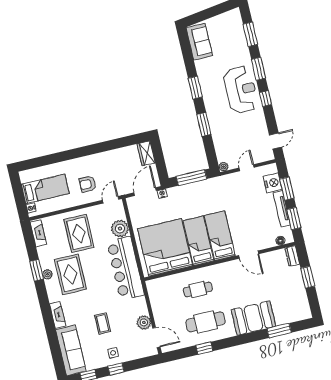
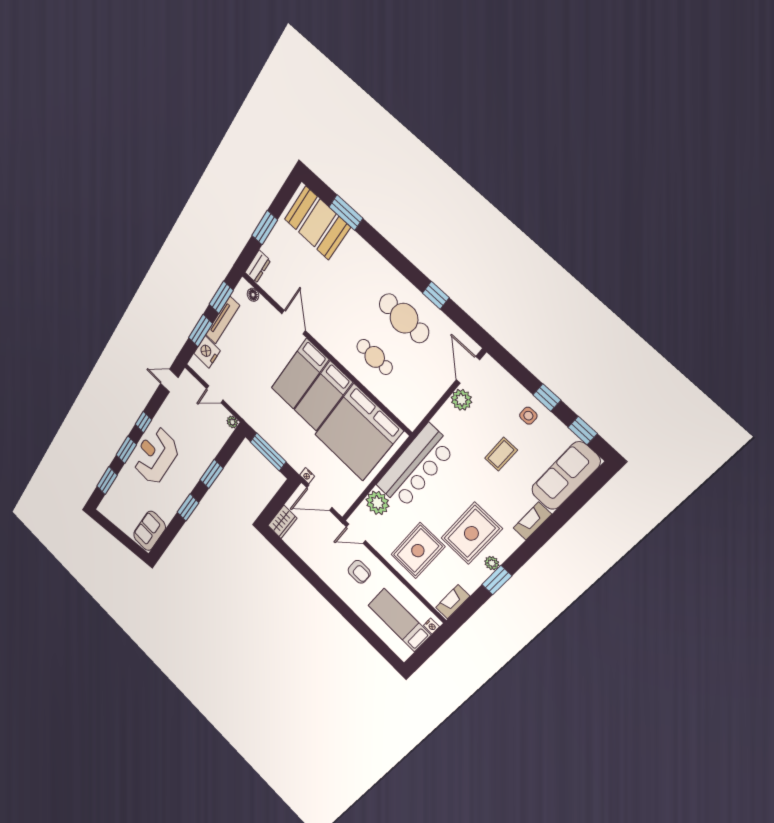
booth: (253, 318) -> (317, 223), moved

